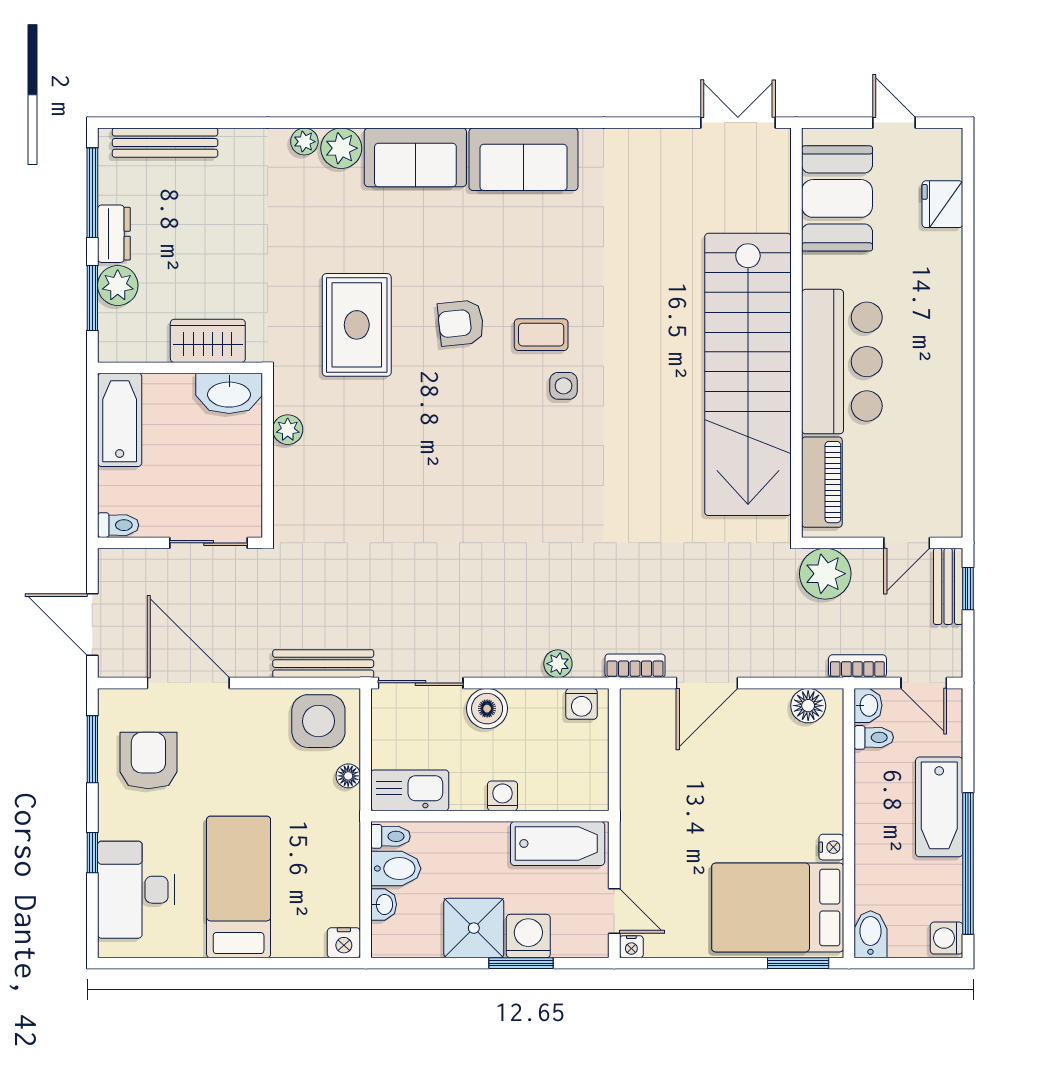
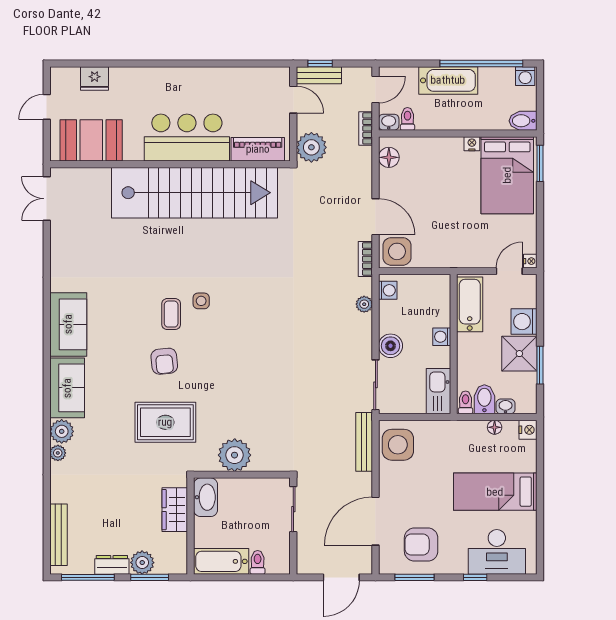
plant: (288, 430) -> (235, 455), width x1.88, depth x1.88
toilet: (118, 525) -> (258, 562), moved
side table: (648, 720) -> (397, 251), added
floor lamp: (348, 776) -> (495, 427), moved
window: (521, 963) -> (540, 365), moved

